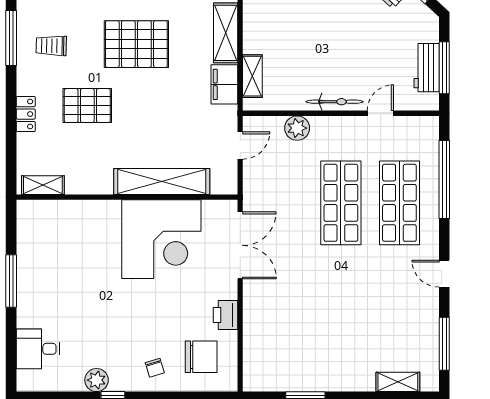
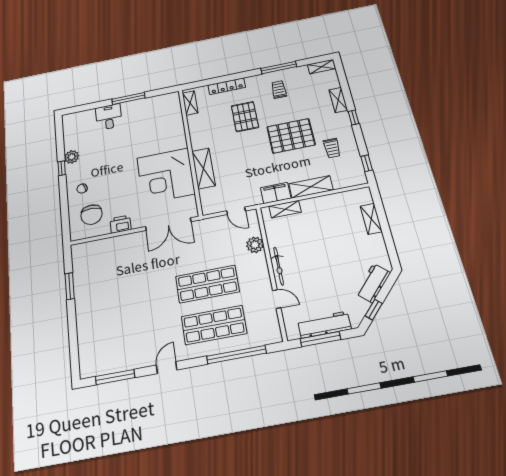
pallet: (136, 44) -> (291, 136), turned 90
workbench: (427, 68) -> (324, 325), width x1.37
locker: (26, 114) -> (227, 86), width x1.53
shelving: (162, 182) -> (203, 168), width x0.68
desk: (38, 349) -> (109, 117), moved
shelving: (398, 382) -> (85, 348), removed

